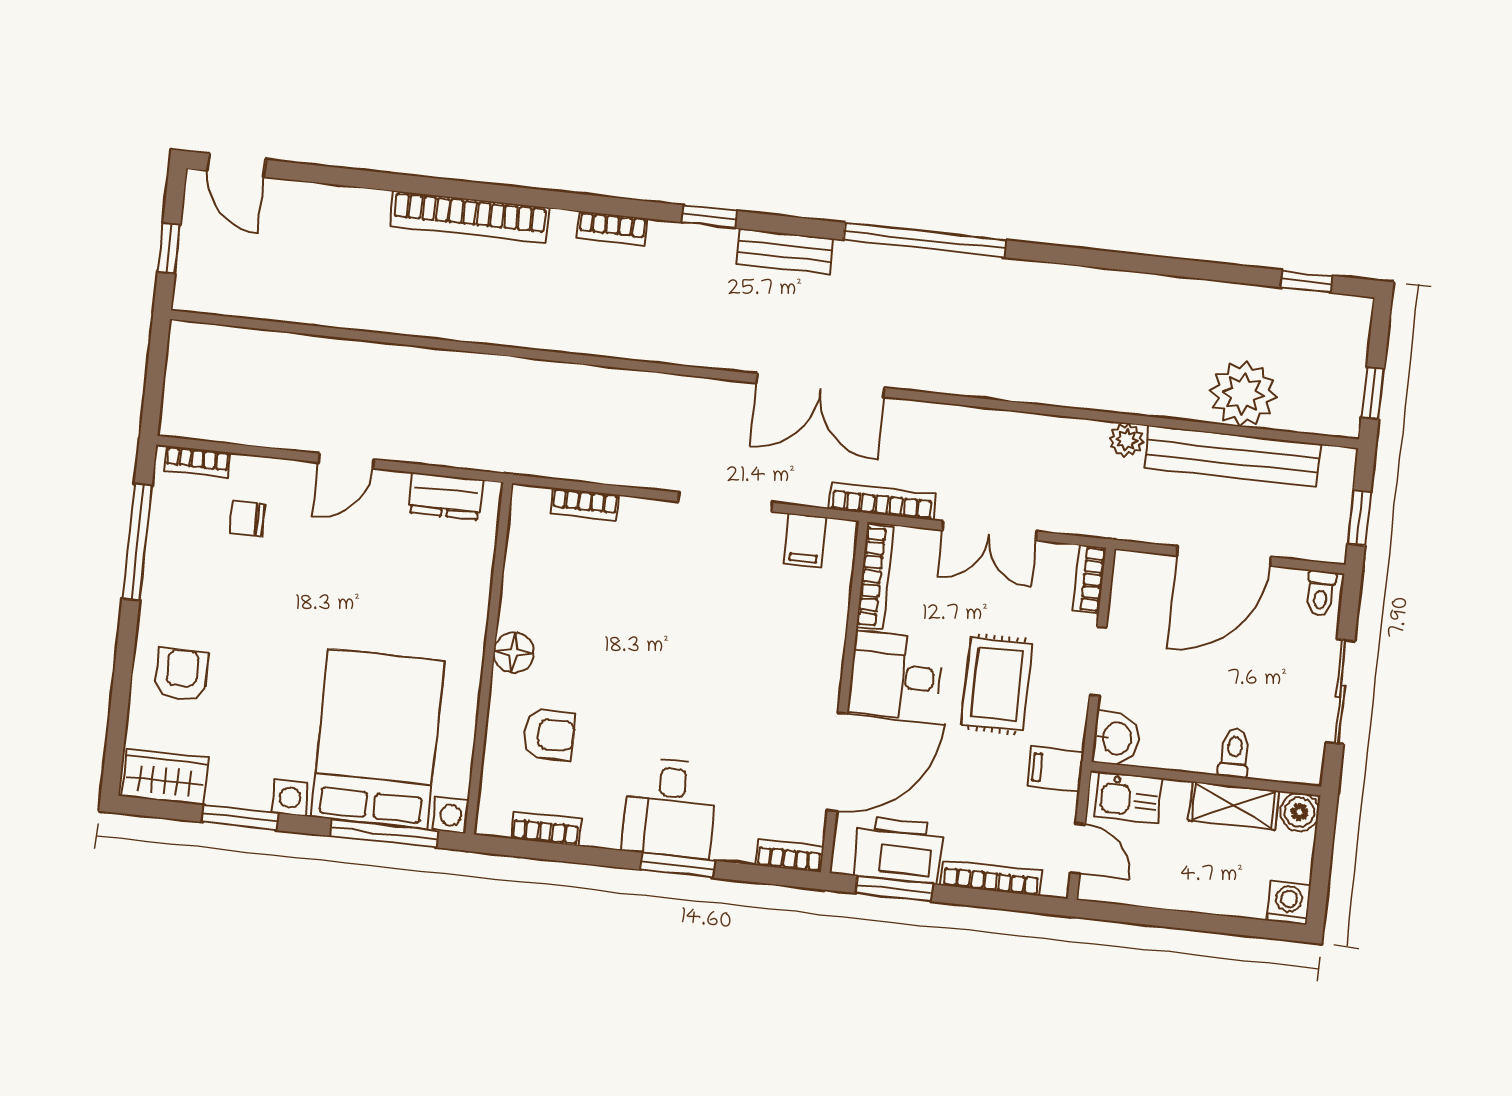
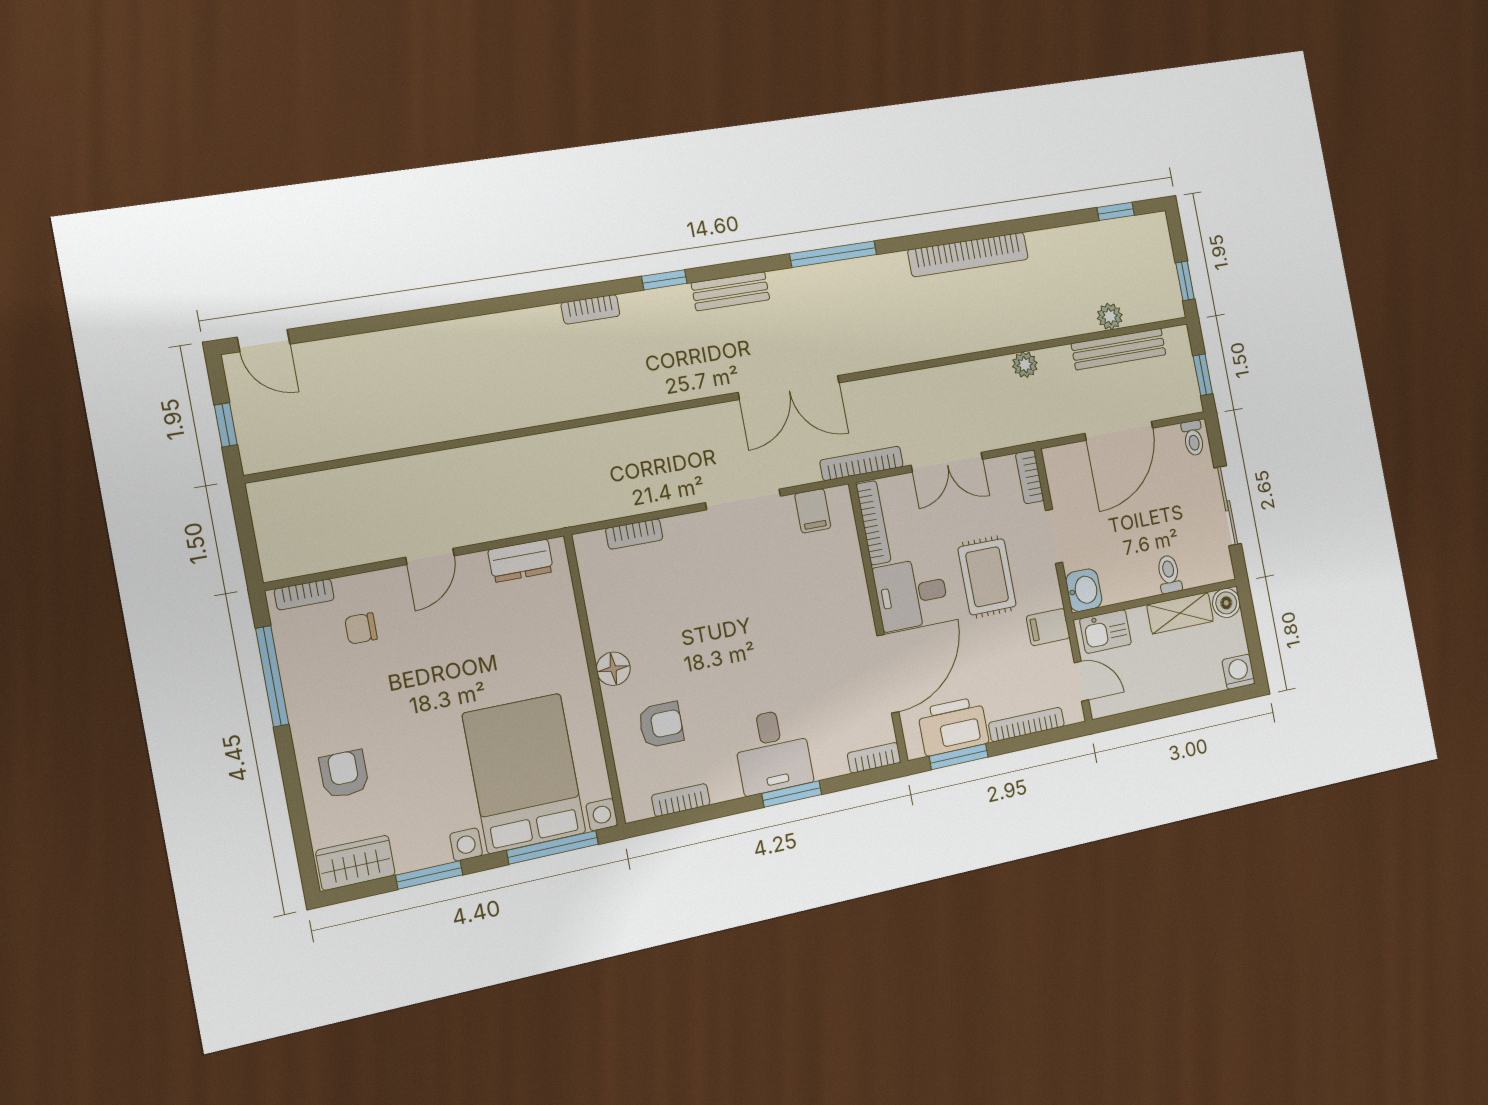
bookcase: (470, 217) -> (968, 254), moved
window: (925, 240) -> (833, 254), width x0.68
plant: (1243, 394) -> (1110, 316), width x0.53, depth x0.53
bench: (1232, 456) -> (1119, 349), width x0.73, depth x0.82

